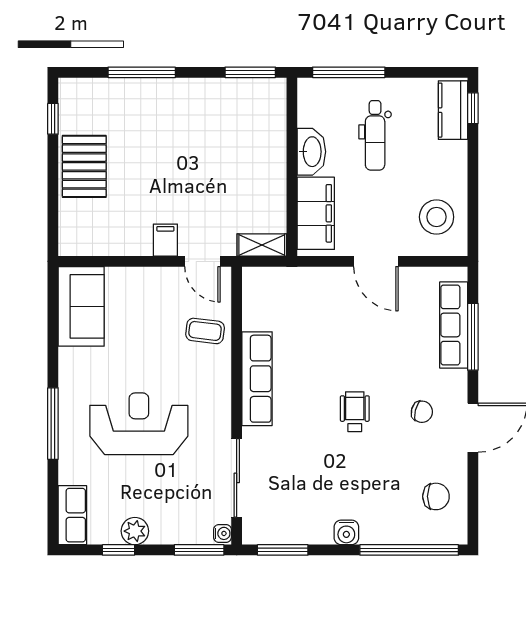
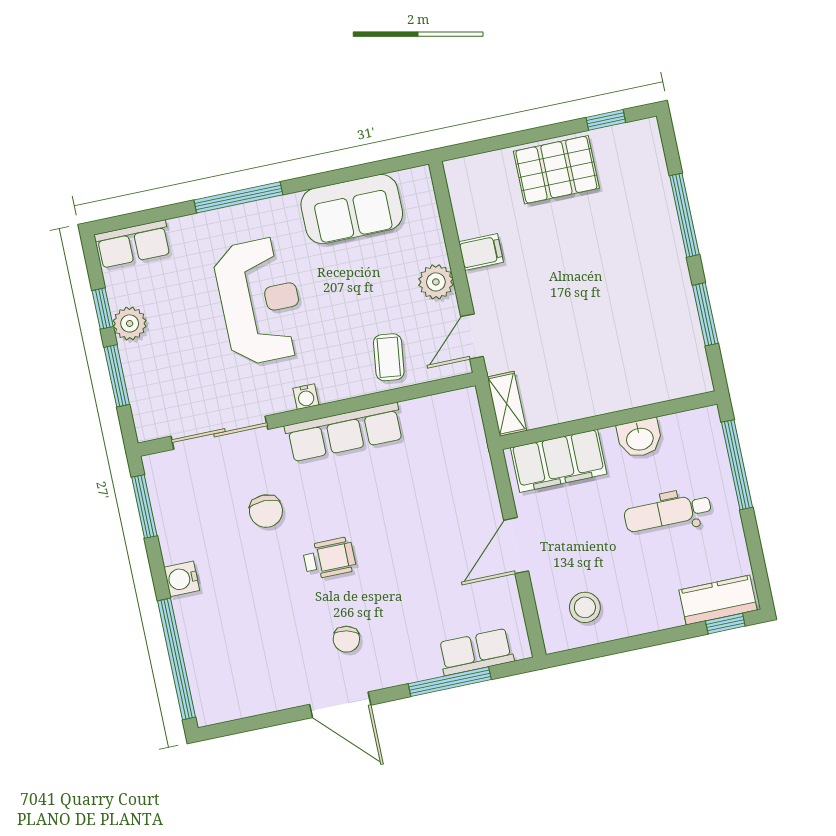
window: (250, 72) -> (705, 314), moved
washbasin: (311, 152) -> (640, 438), width x0.72
stool: (437, 217) -> (585, 607), width x0.73, depth x0.73
filing cabinet: (165, 240) -> (481, 252), moved
plant: (153, 281) -> (436, 282), added
sofa: (81, 306) -> (352, 209), moved
row of seats: (454, 325) -> (476, 652), width x0.68
chair: (436, 496) -> (266, 511), moved
water cooler: (222, 533) -> (306, 397), moved
window: (199, 550) -> (117, 376), moved

